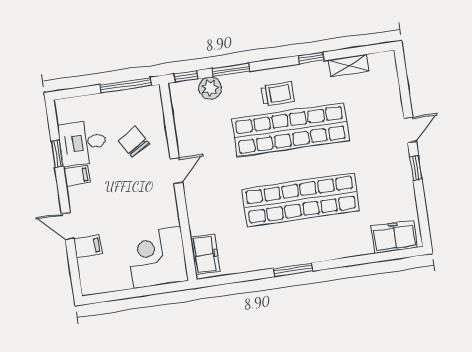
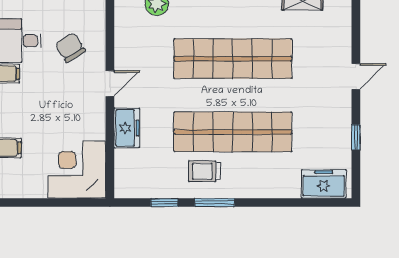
trolley: (278, 94) -> (205, 171), moved, turned 180
window: (416, 168) -> (356, 137), moved
freezer: (205, 254) -> (127, 128), moved
window: (245, 277) -> (164, 203), added

